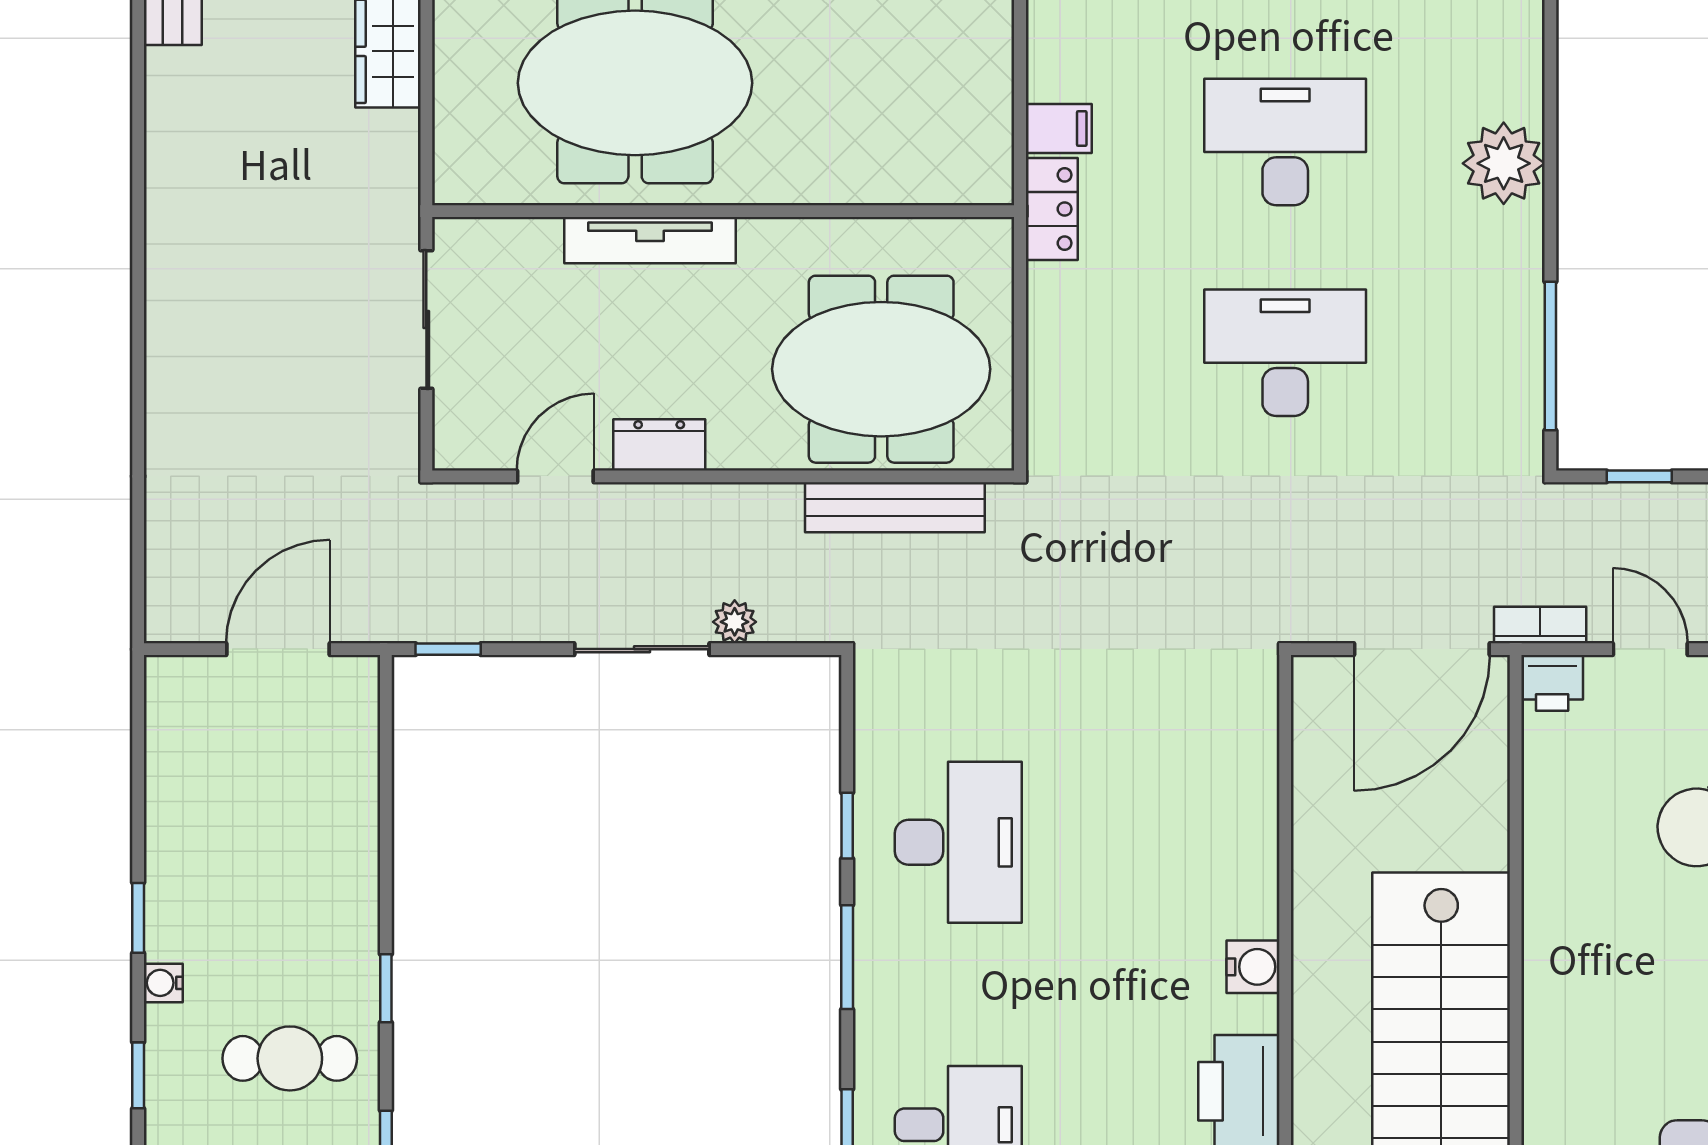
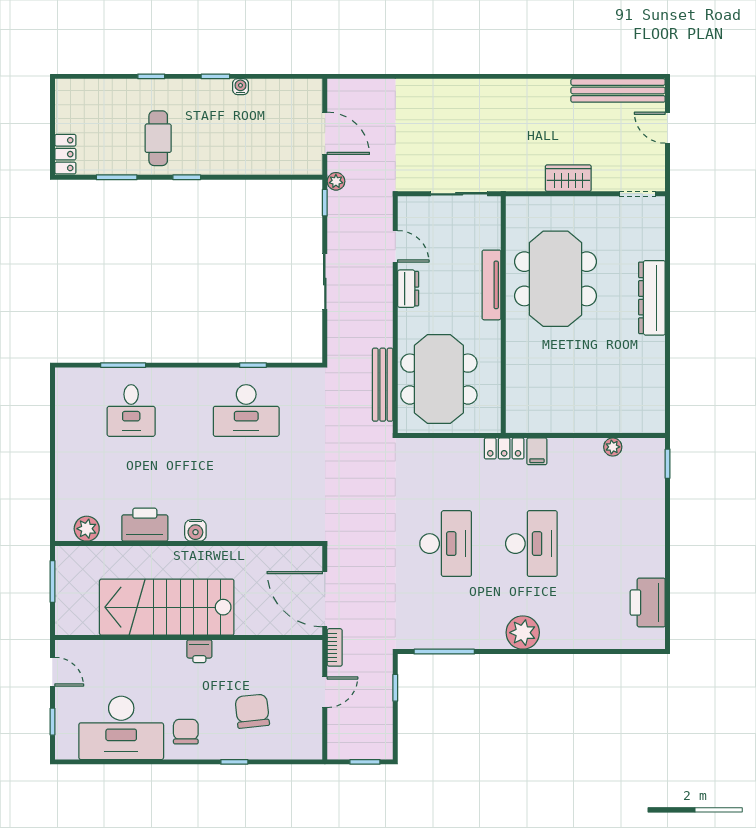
plant: (735, 622) -> (336, 181), moved
printer: (1552, 683) -> (199, 651), moved, turned -90
window: (847, 957) -> (199, 365), removed
water cooler: (163, 983) -> (241, 87), moved

